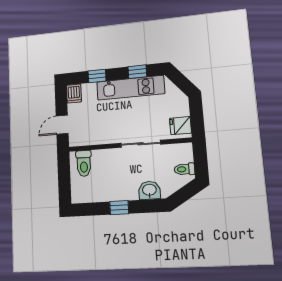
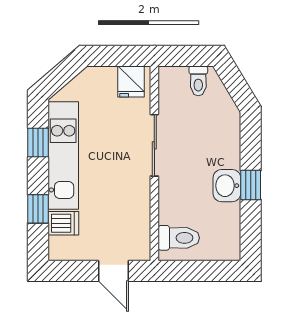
dishwasher: (74, 94) -> (63, 223), moved
washbasin: (149, 190) -> (227, 186), moved

